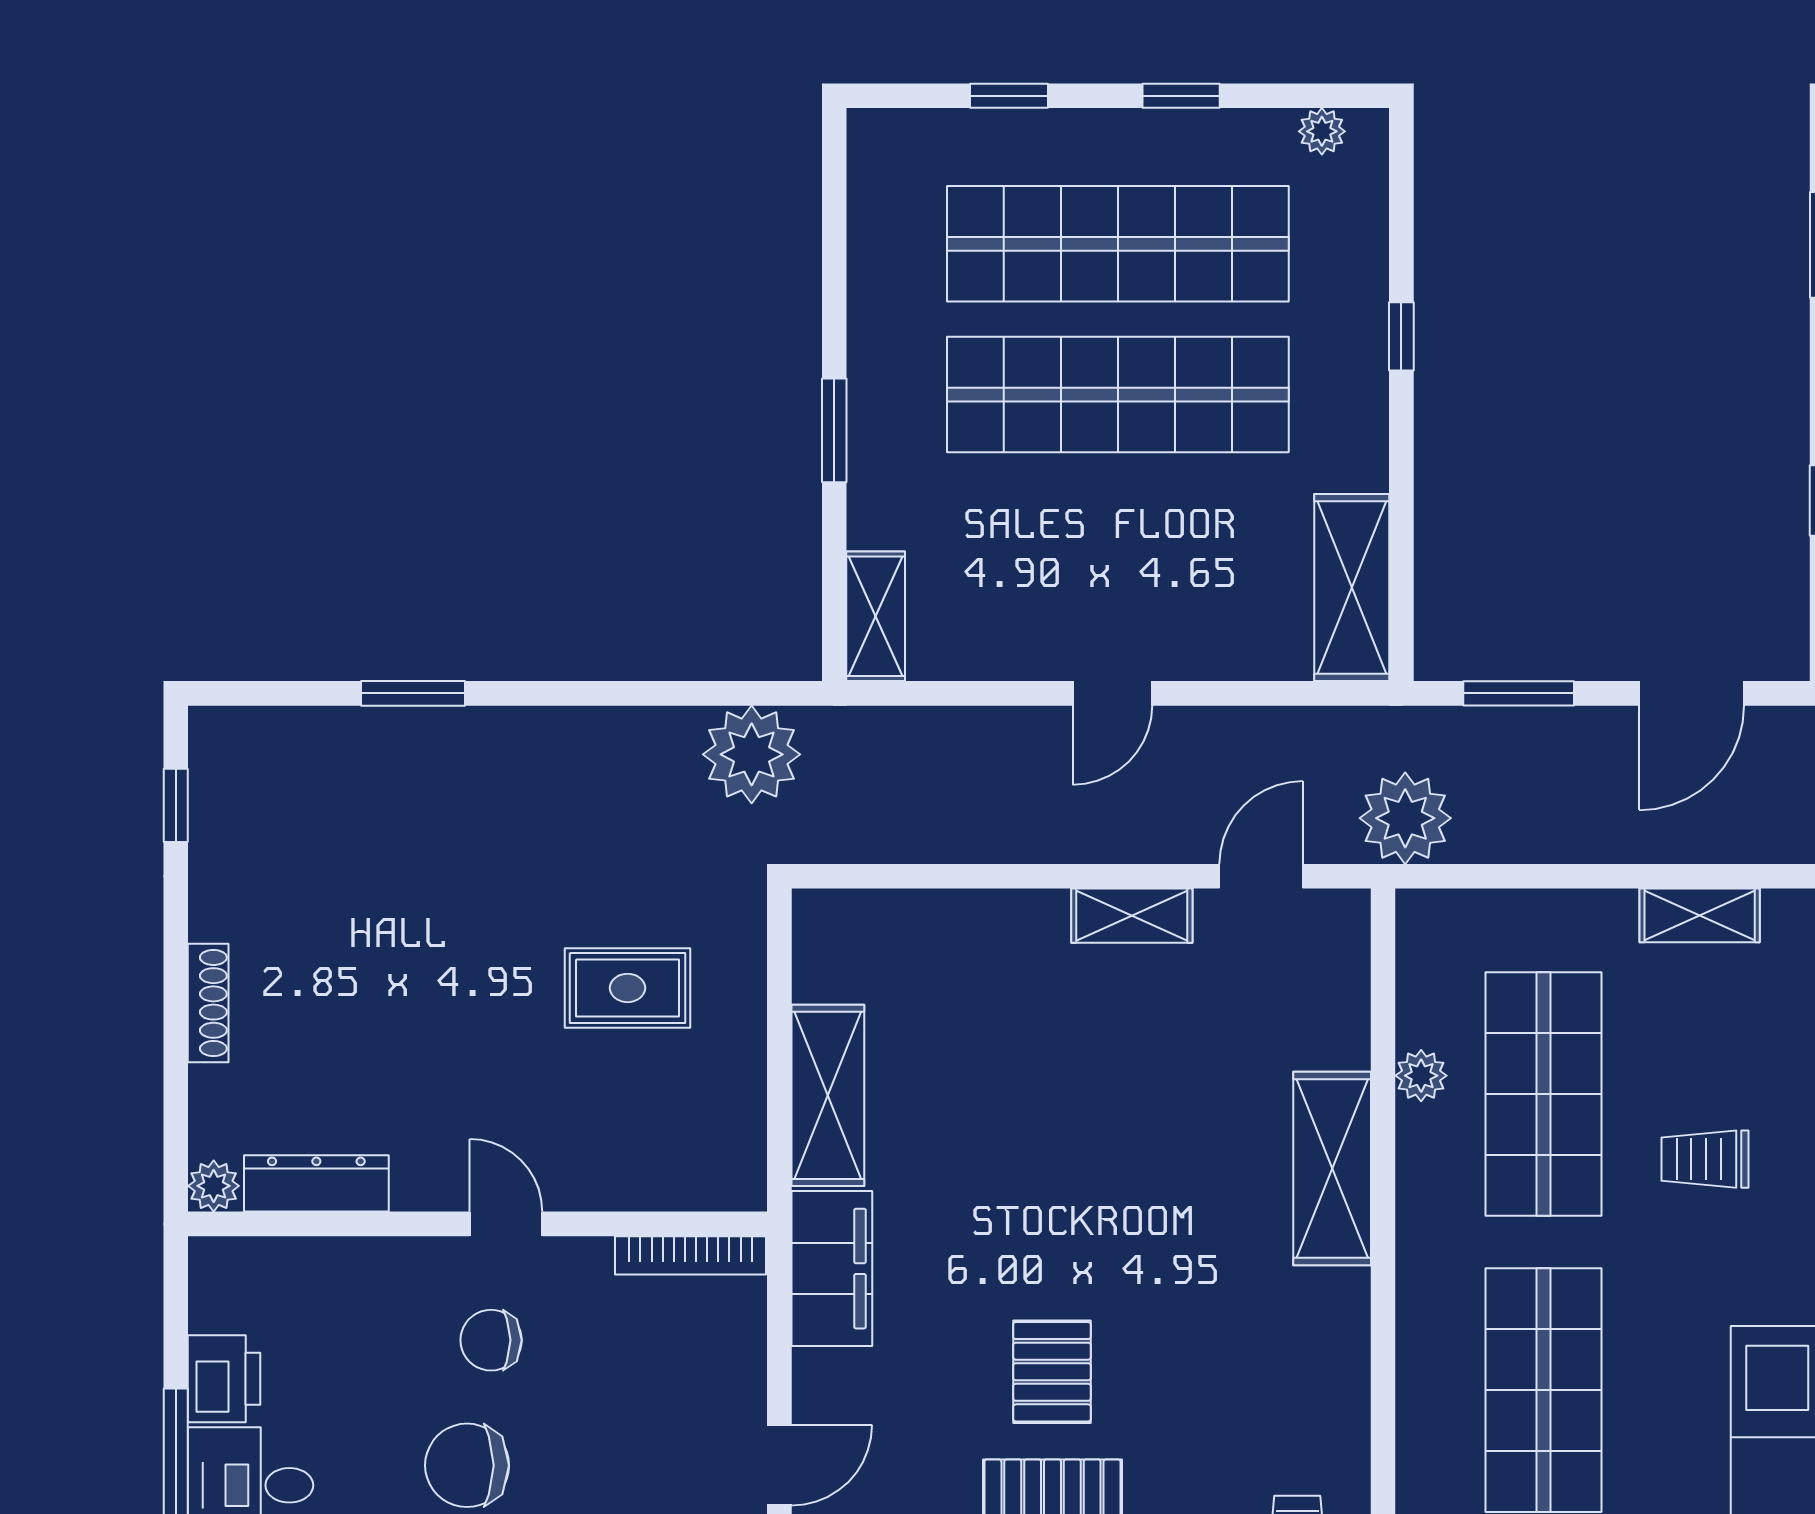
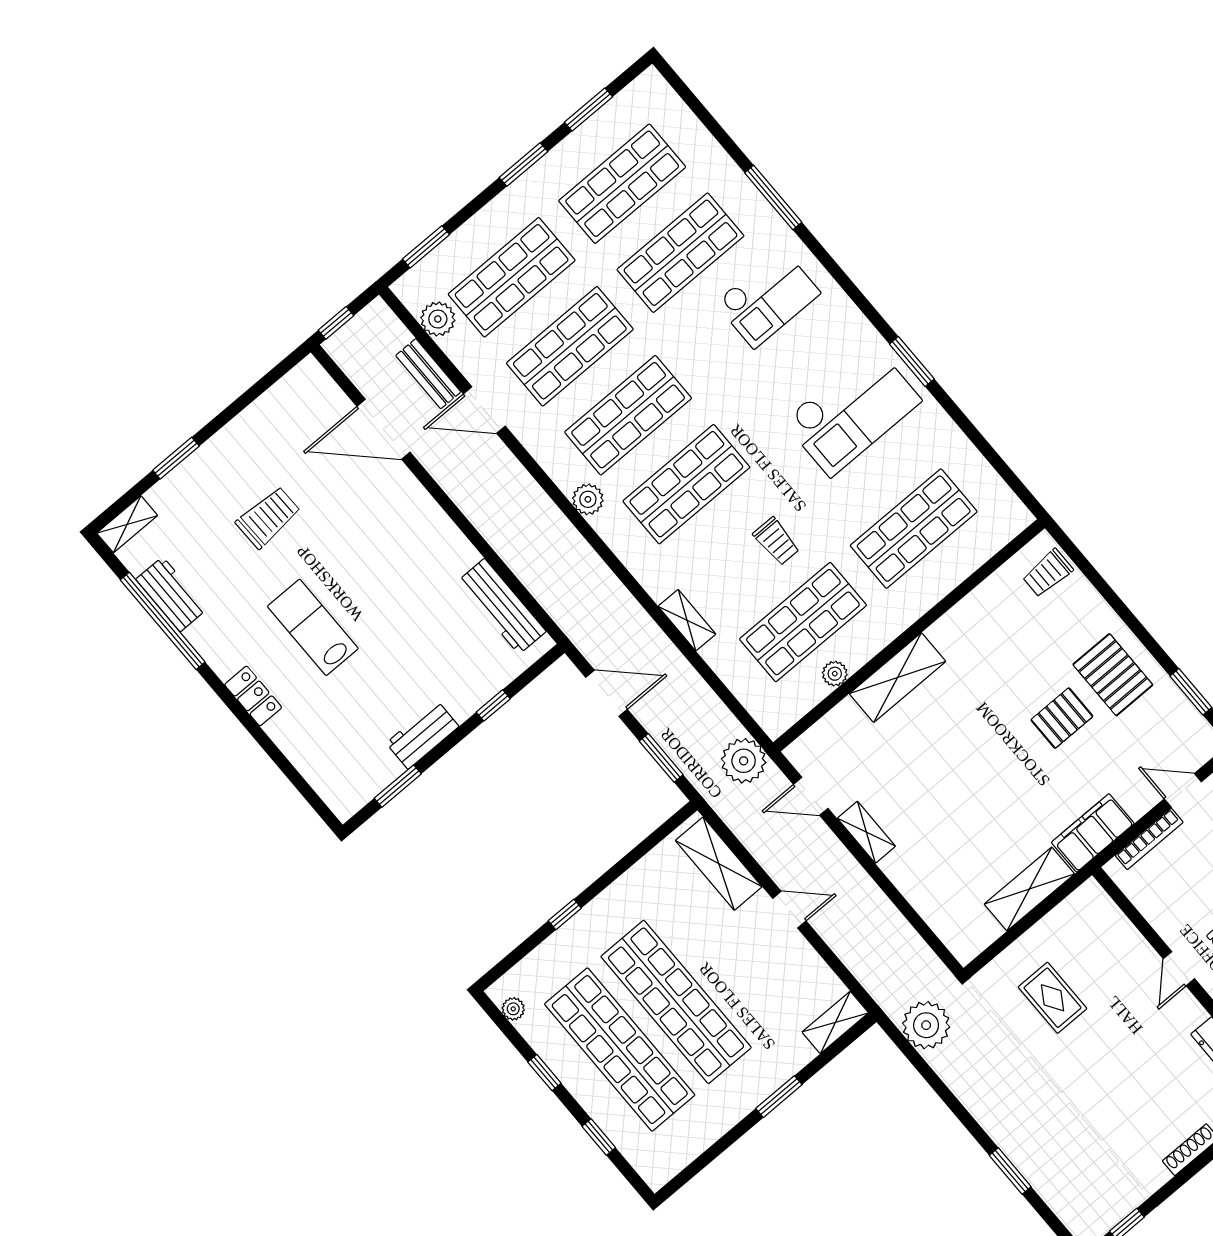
shelving: (1352, 588) -> (719, 864), moved, turned 90
bookcase: (690, 1255) -> (1149, 839), moved, turned 90

